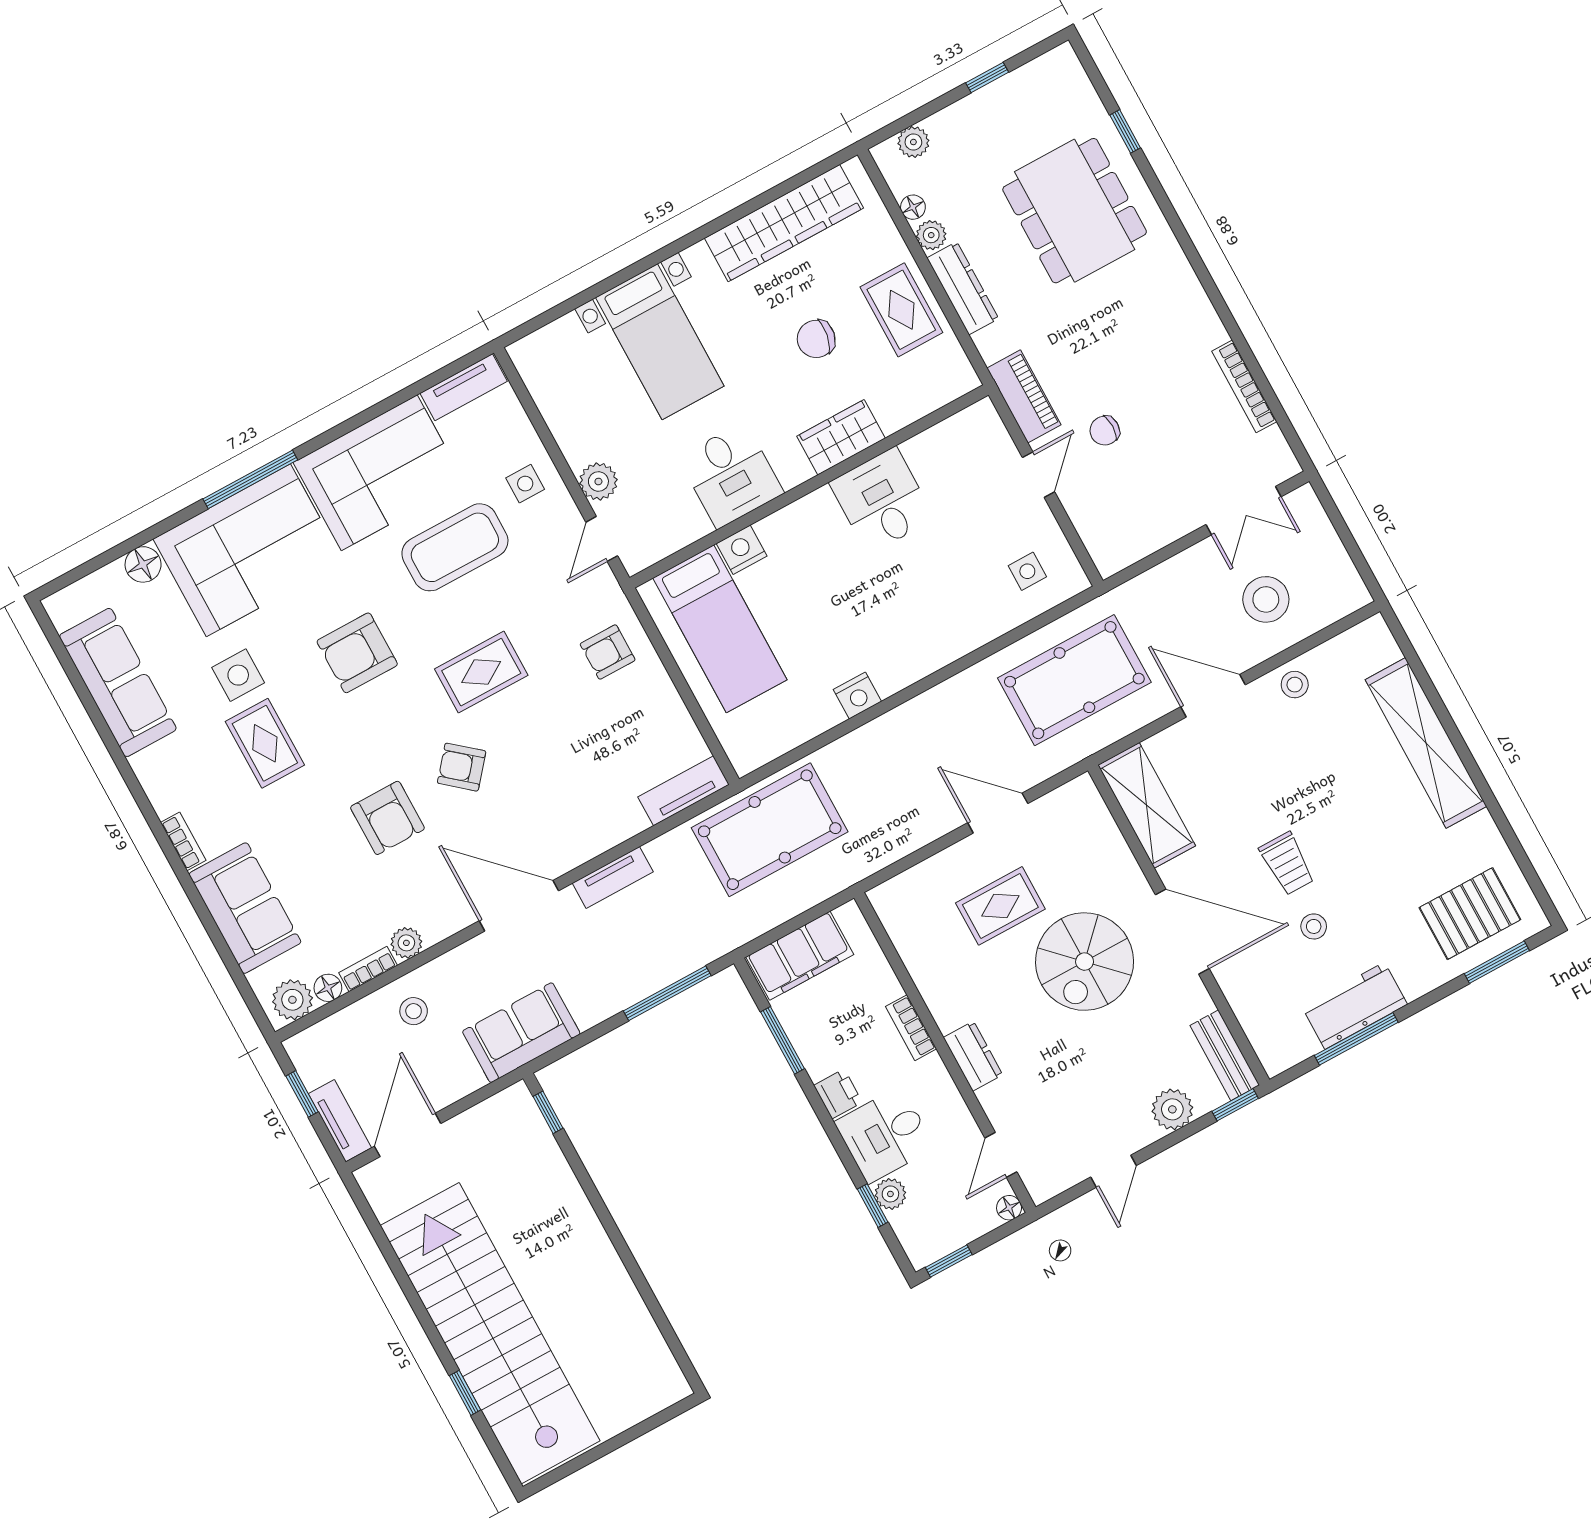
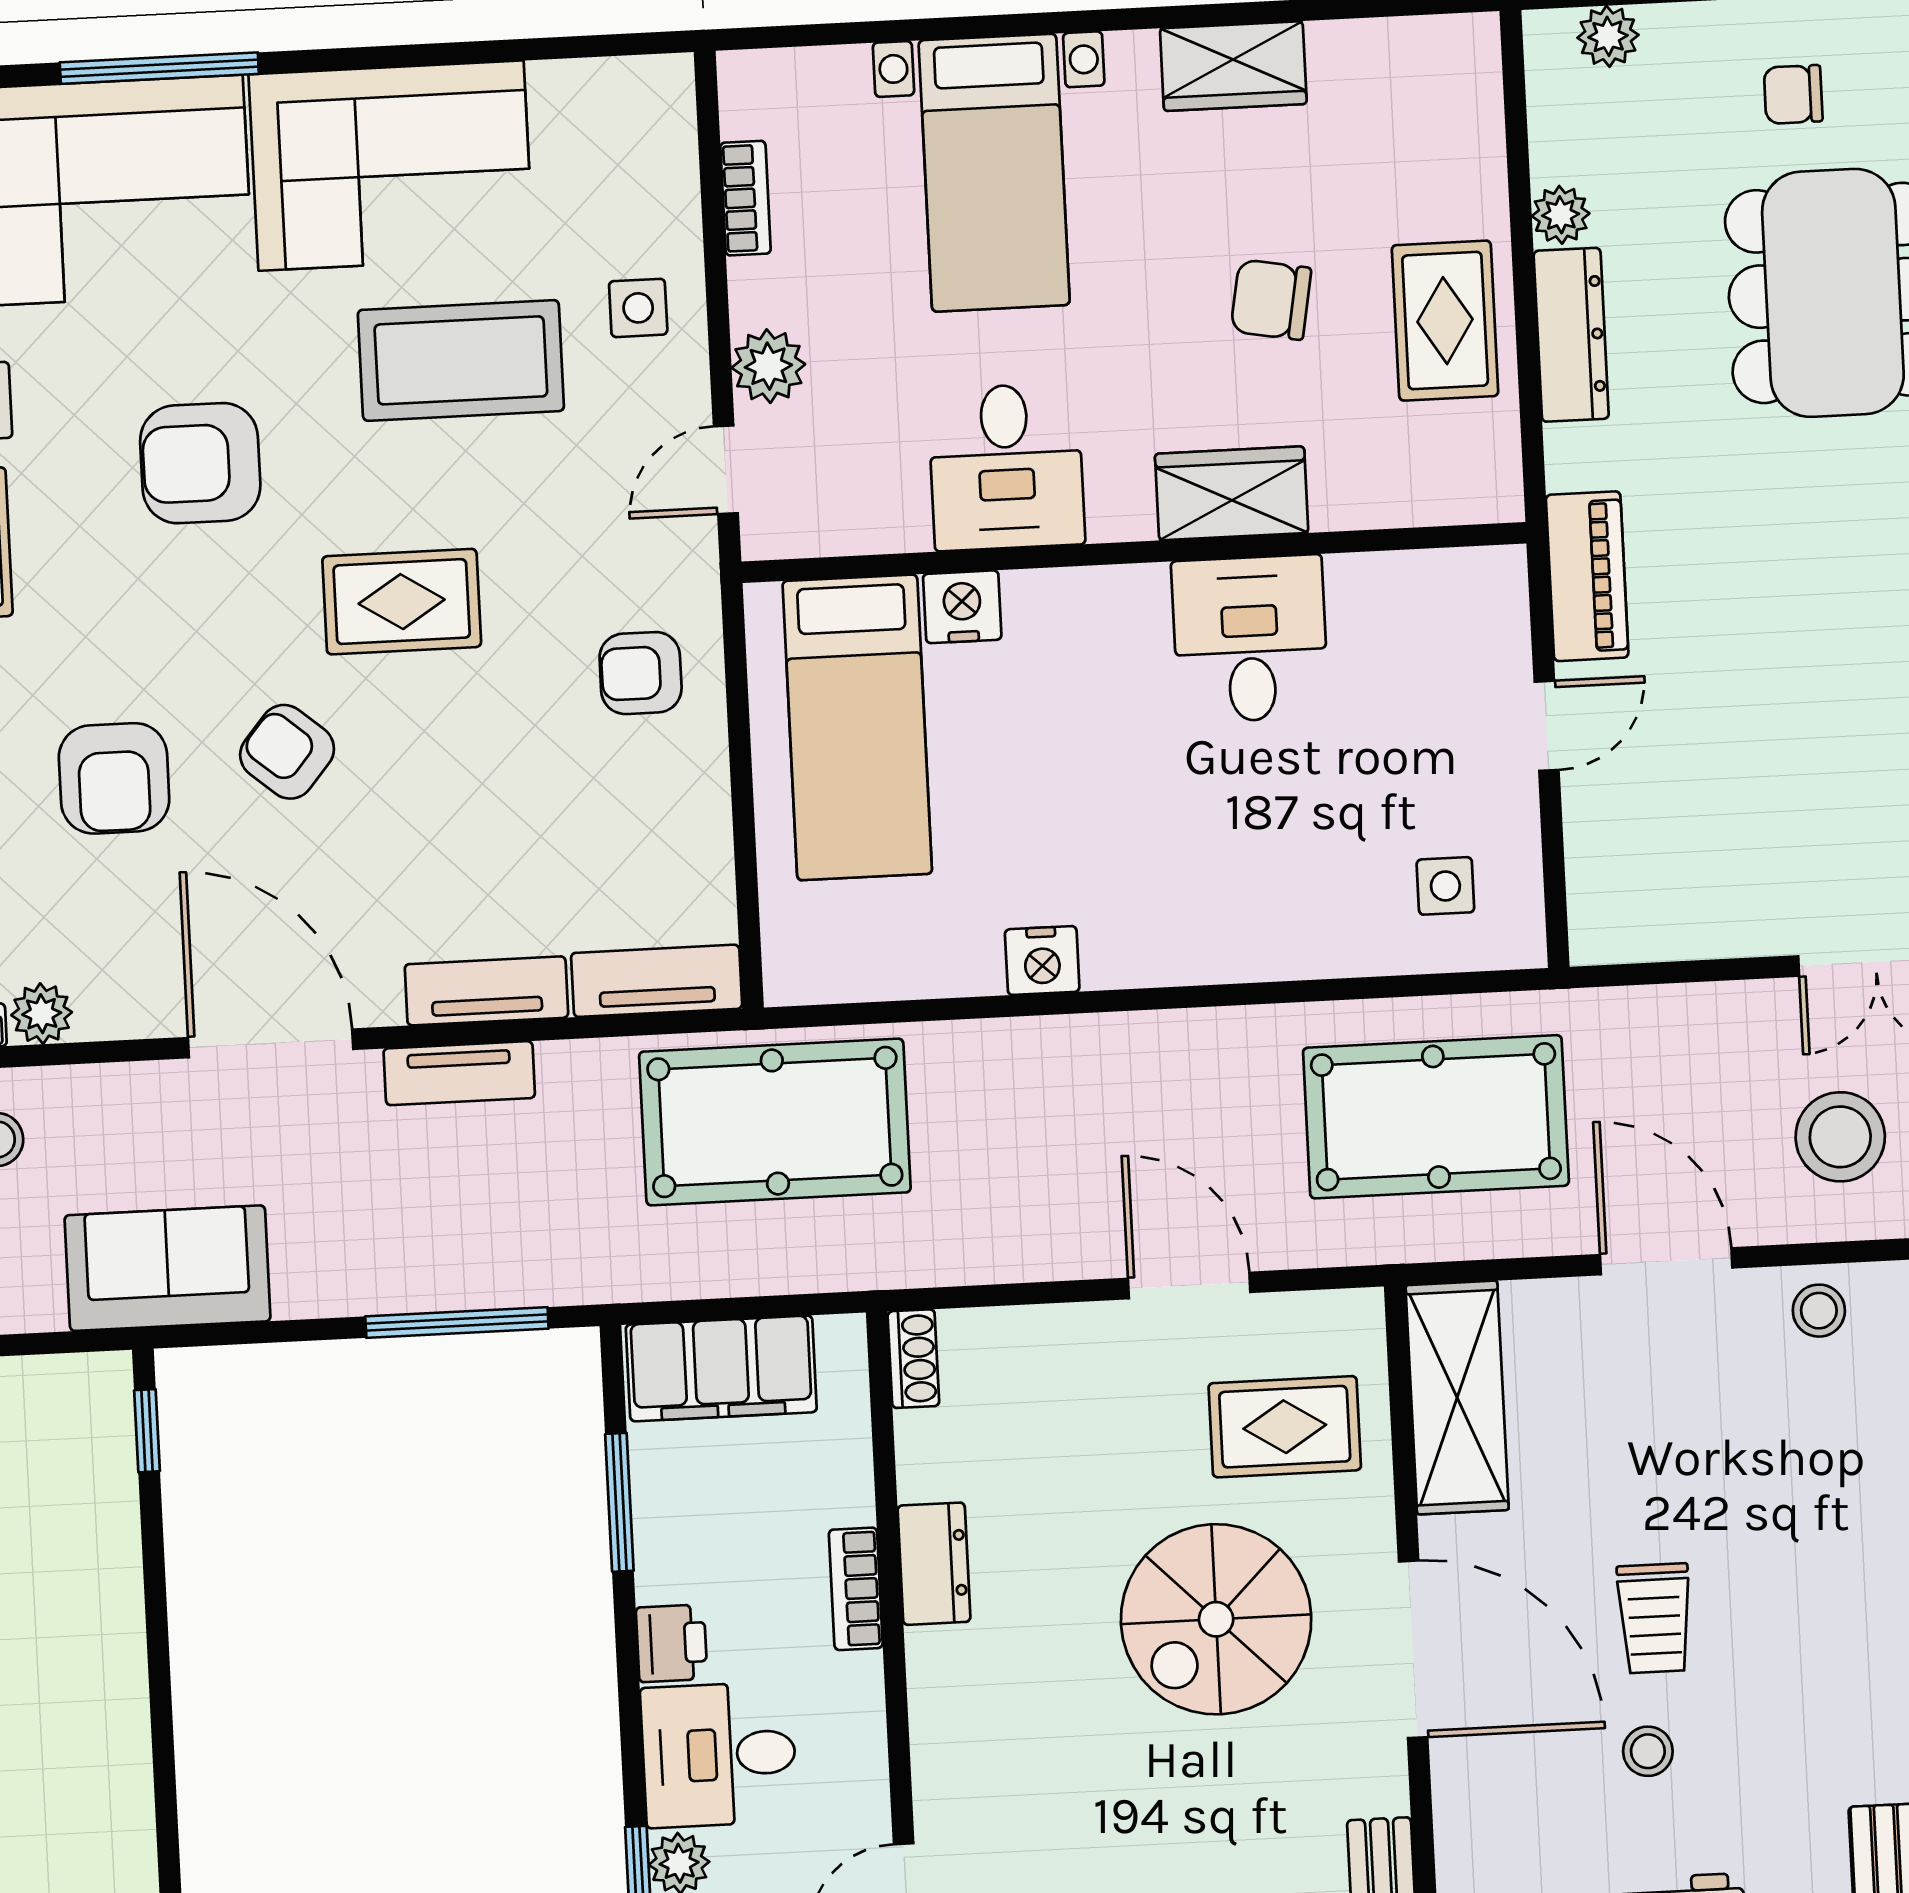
floor lamp: (913, 207) -> (1552, 150), removed
wardrobe: (784, 223) -> (1233, 66), width x0.48, depth x0.85
tv unit: (464, 387) -> (486, 991), moved, turned 180
bookcase: (550, 409) -> (746, 198), added
chair: (1105, 431) -> (1793, 94), moved
rug: (1000, 906) -> (1285, 1427), moved
shoe rack: (886, 908) -> (913, 1359), added
dresser: (973, 1056) -> (934, 1564), moved

